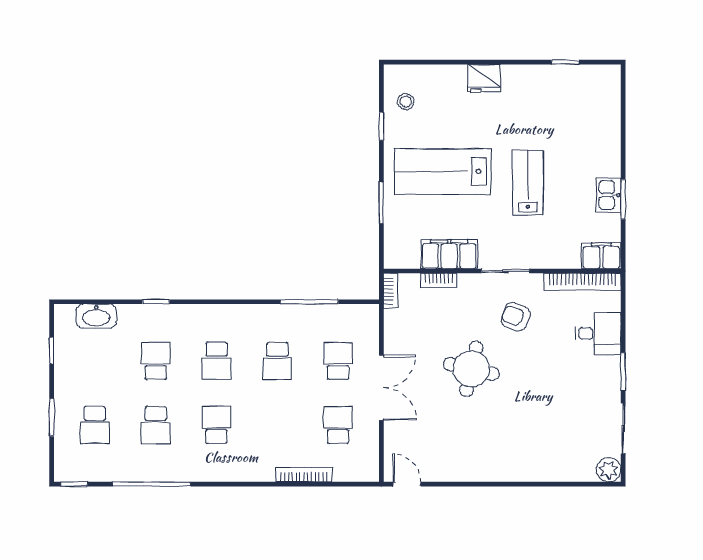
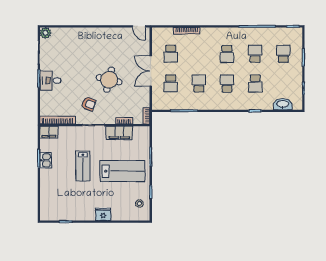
desk: (598, 334) -> (50, 81), moved

